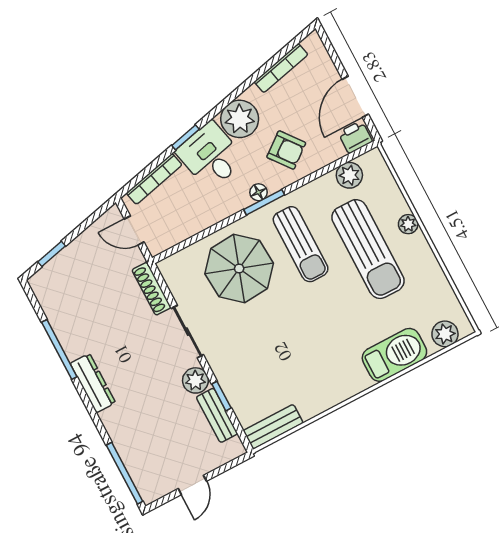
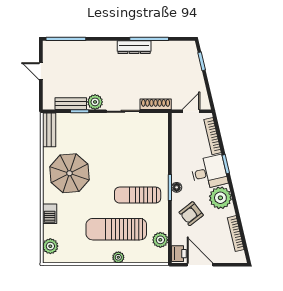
parasol: (239, 269) -> (69, 173), moved
barbecue: (394, 355) -> (50, 214), width x0.53, depth x0.65
dresser: (93, 383) -> (134, 47), moved

